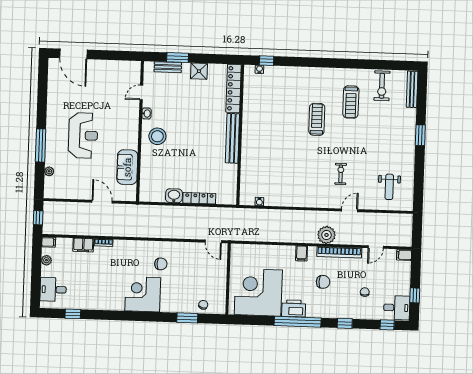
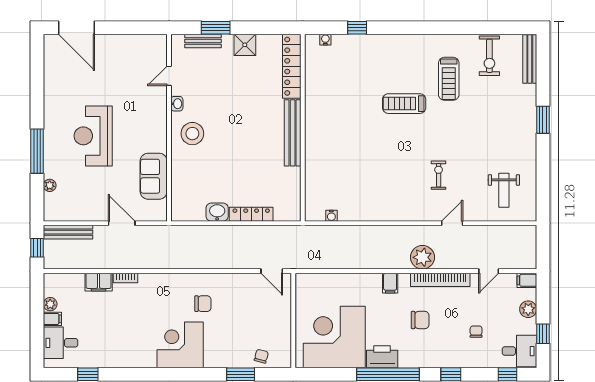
window: (267, 61) -> (357, 28), moved
treadmill: (317, 119) -> (404, 104), turned -90
reception desk: (83, 135) -> (93, 136), turned 180
bench: (62, 207) -> (68, 232), added
filing cabinet: (49, 242) -> (52, 319), moved
plant: (404, 277) -> (528, 309), added

